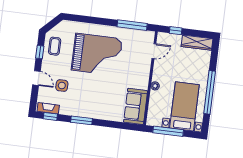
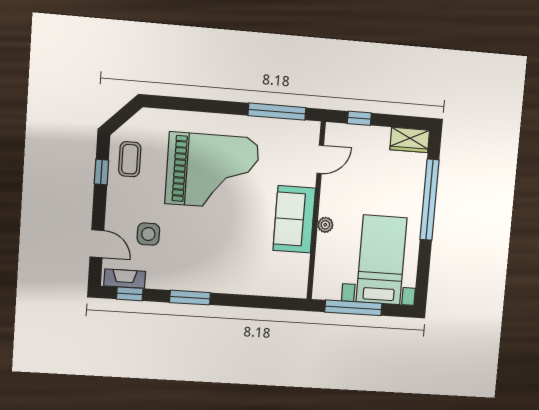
wardrobe: (197, 43) -> (410, 140), width x0.67
door: (36, 78) -> (97, 244), moved
window: (210, 92) -> (429, 200), moved
sofa: (136, 106) -> (294, 219), moved

